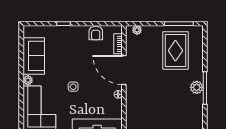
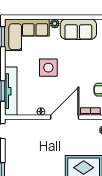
side table: (73, 87) -> (48, 68), width x1.87, depth x1.87

